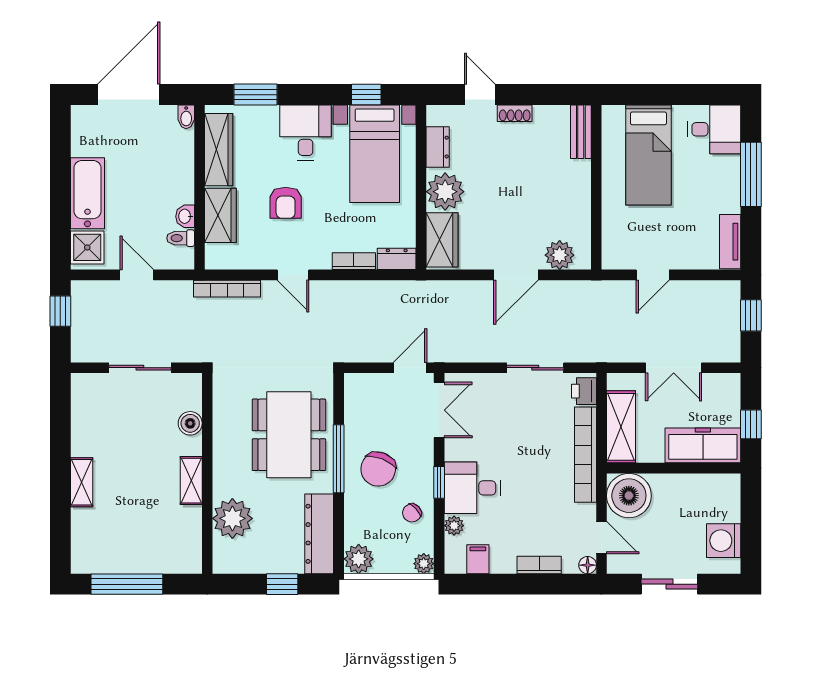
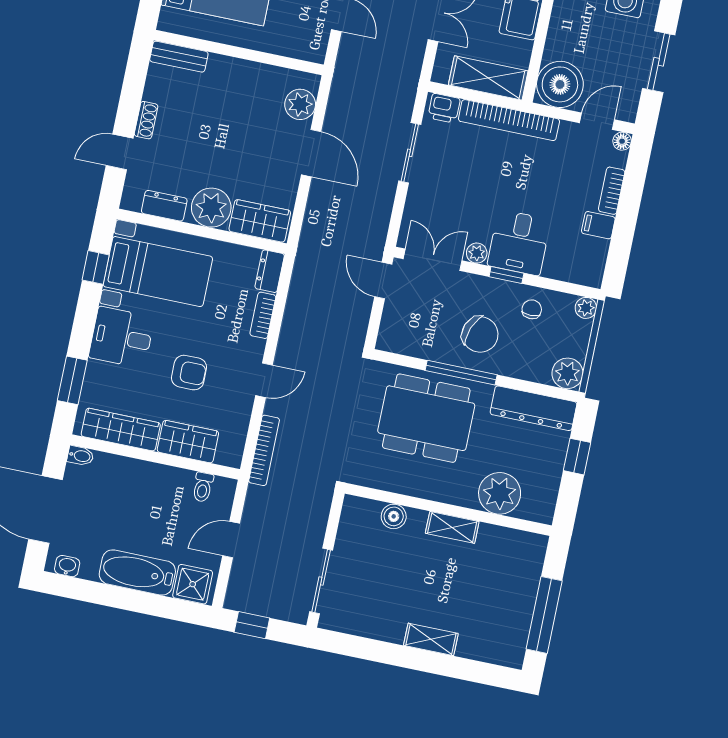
washbasin: (185, 216) -> (67, 566), moved, turned 180
sliding door: (140, 368) -> (321, 581), moved
chair: (412, 513) -> (532, 309), turned -137
plant: (454, 526) -> (477, 253), moved
filing cabinet: (478, 559) -> (598, 225), moved

